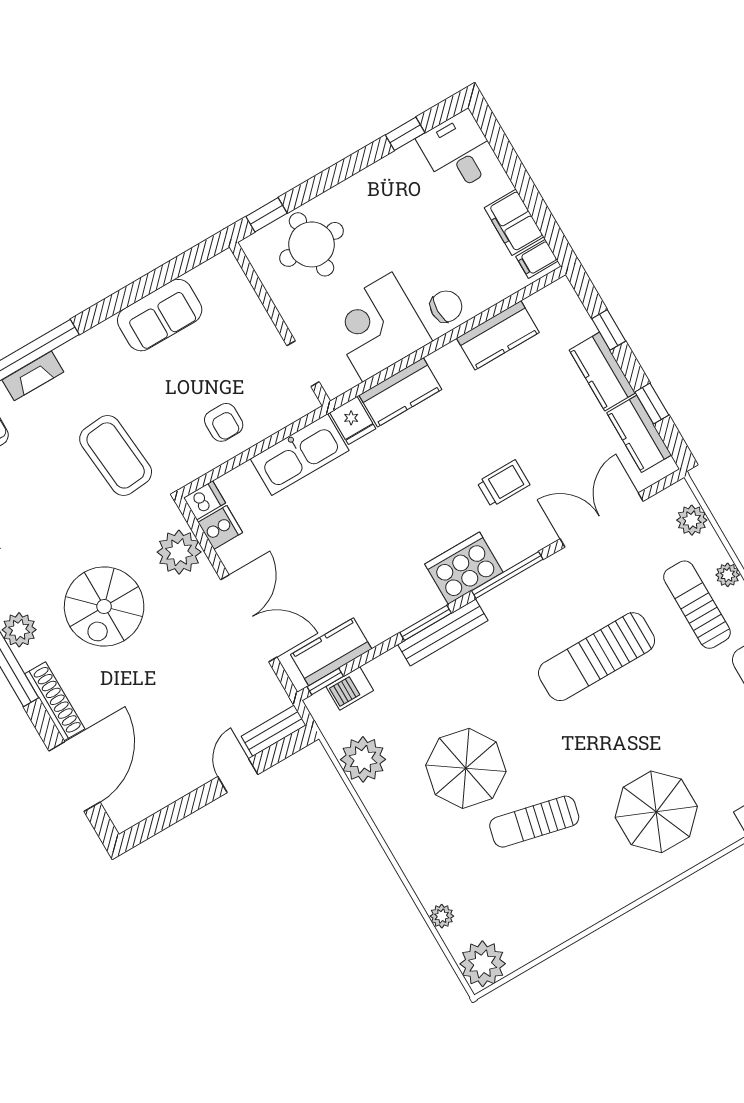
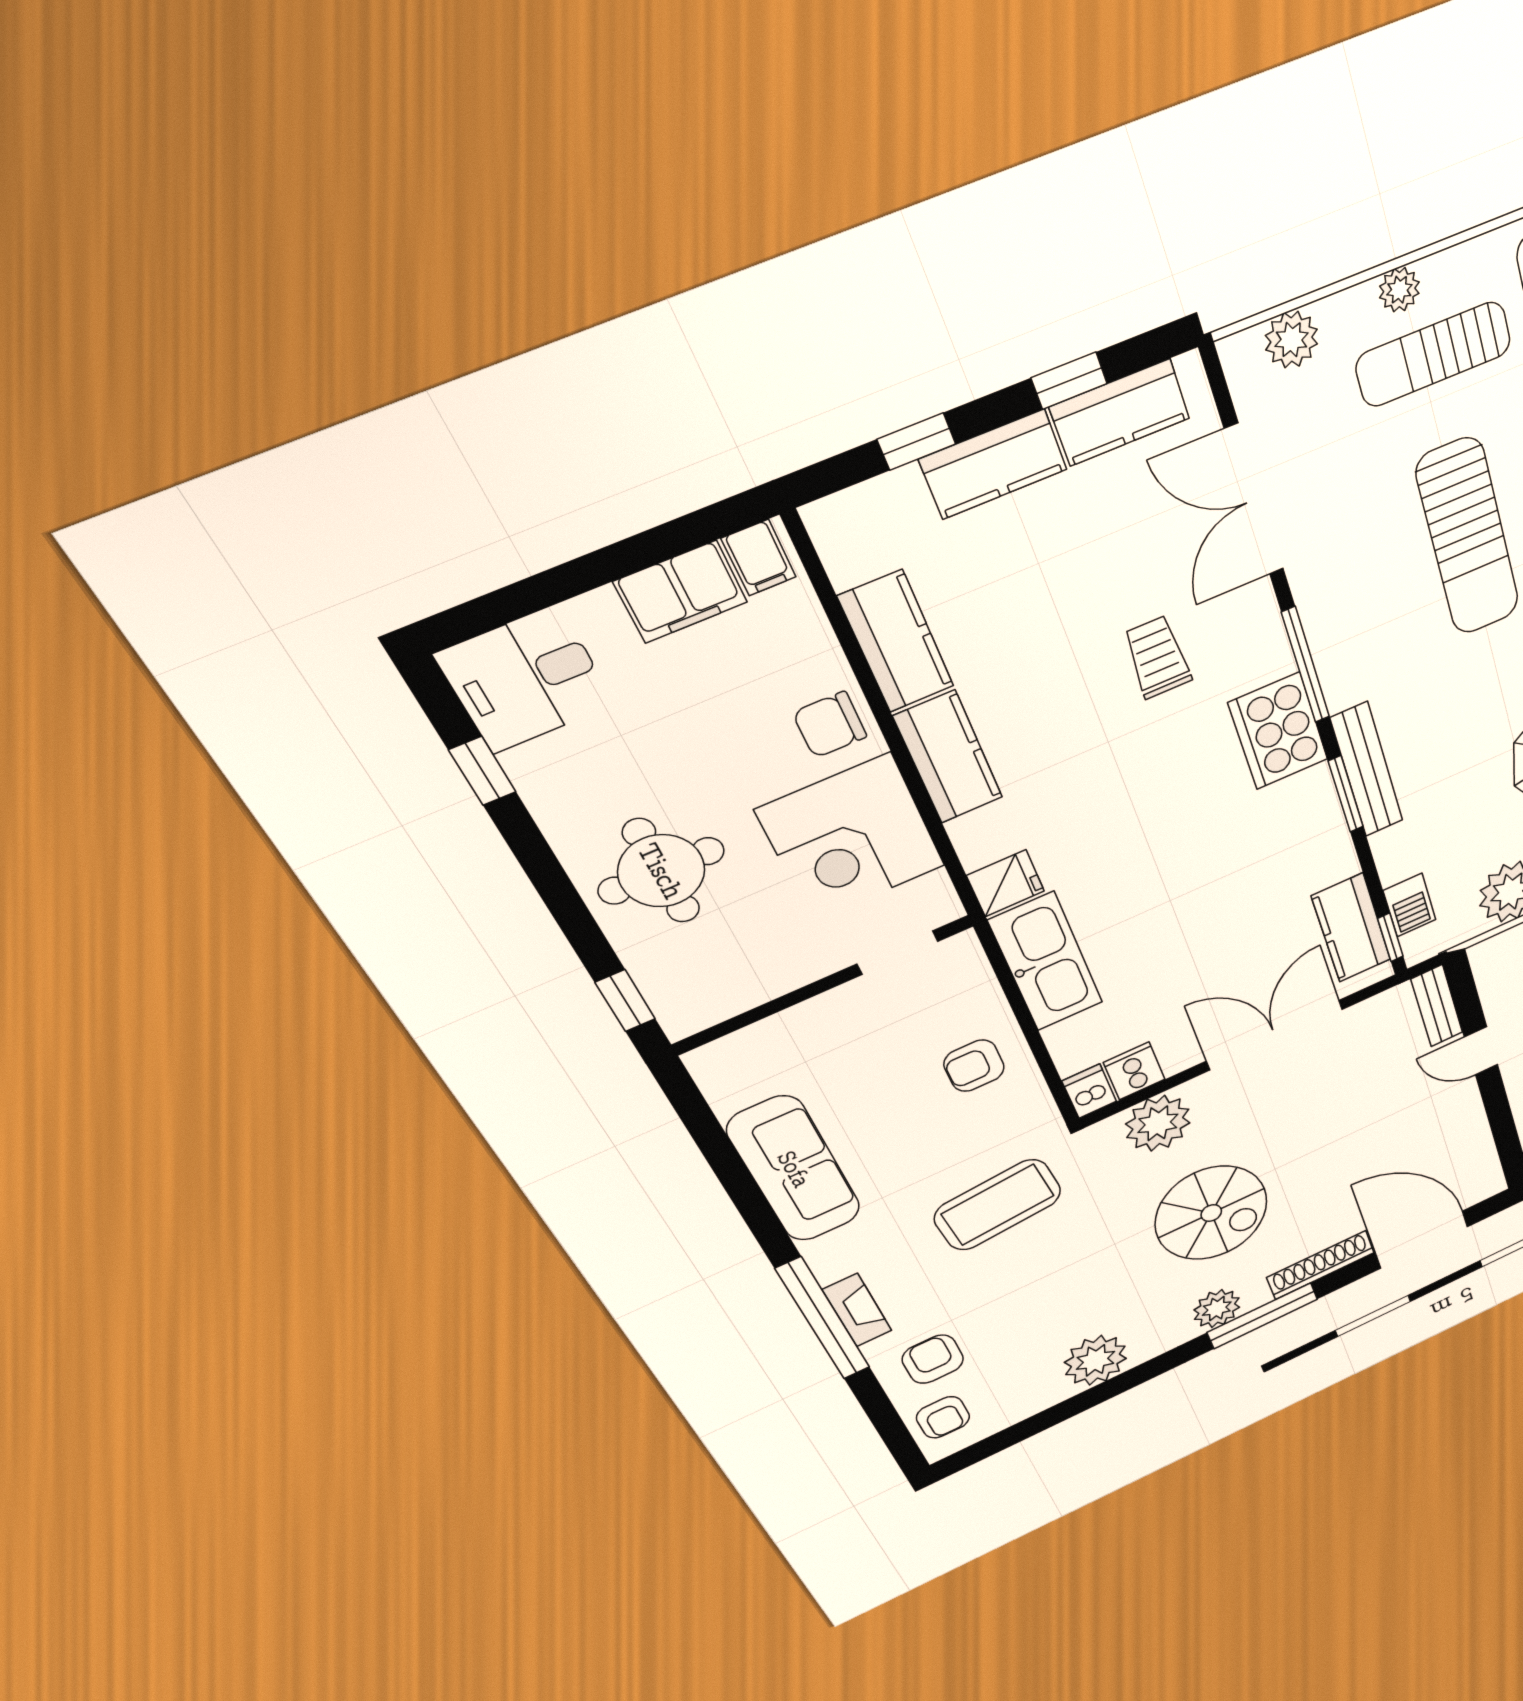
round table: (312, 244) -> (661, 871), moved
chair: (446, 306) -> (830, 725), turned -90
sofa: (160, 315) -> (794, 1169), width x1.36
kitchen counter: (400, 392) -> (948, 757), moved
armchair: (224, 422) -> (974, 1066), turned 180

